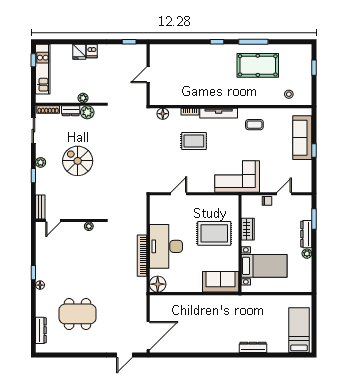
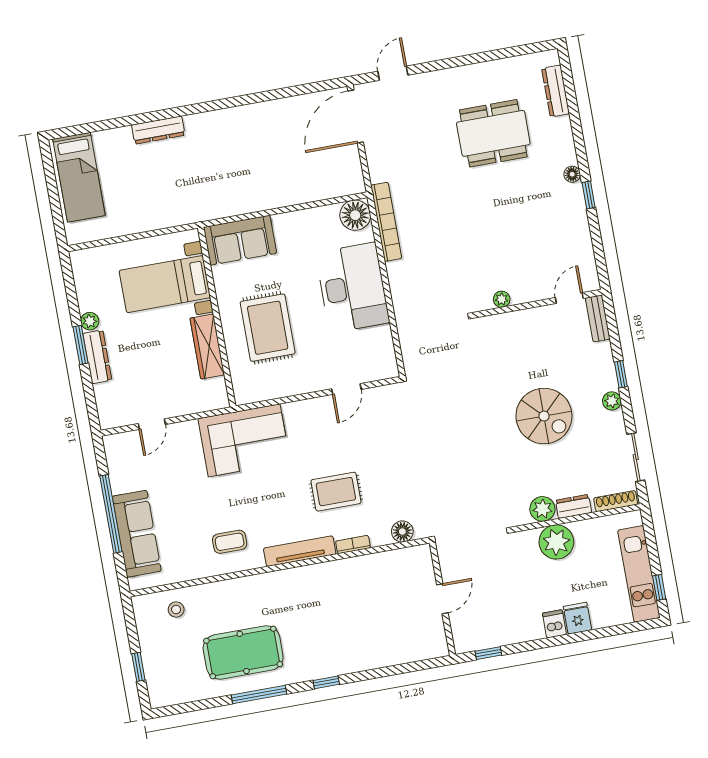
plant: (83, 98) -> (556, 542), width x1.87, depth x1.87
window: (314, 150) -> (111, 514), width x3.17
chair: (267, 201) -> (181, 405), removed
window: (314, 219) -> (81, 345), moved
wardrobe: (248, 229) -> (207, 346), width x1.50
rug: (214, 233) -> (268, 328), turned 90
bookcase: (142, 256) -> (386, 222), moved

